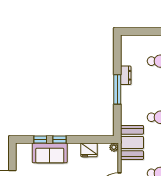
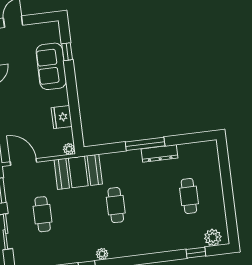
dresser: (126, 75) -> (159, 153), width x1.44
window: (60, 140) -> (70, 77), removed

